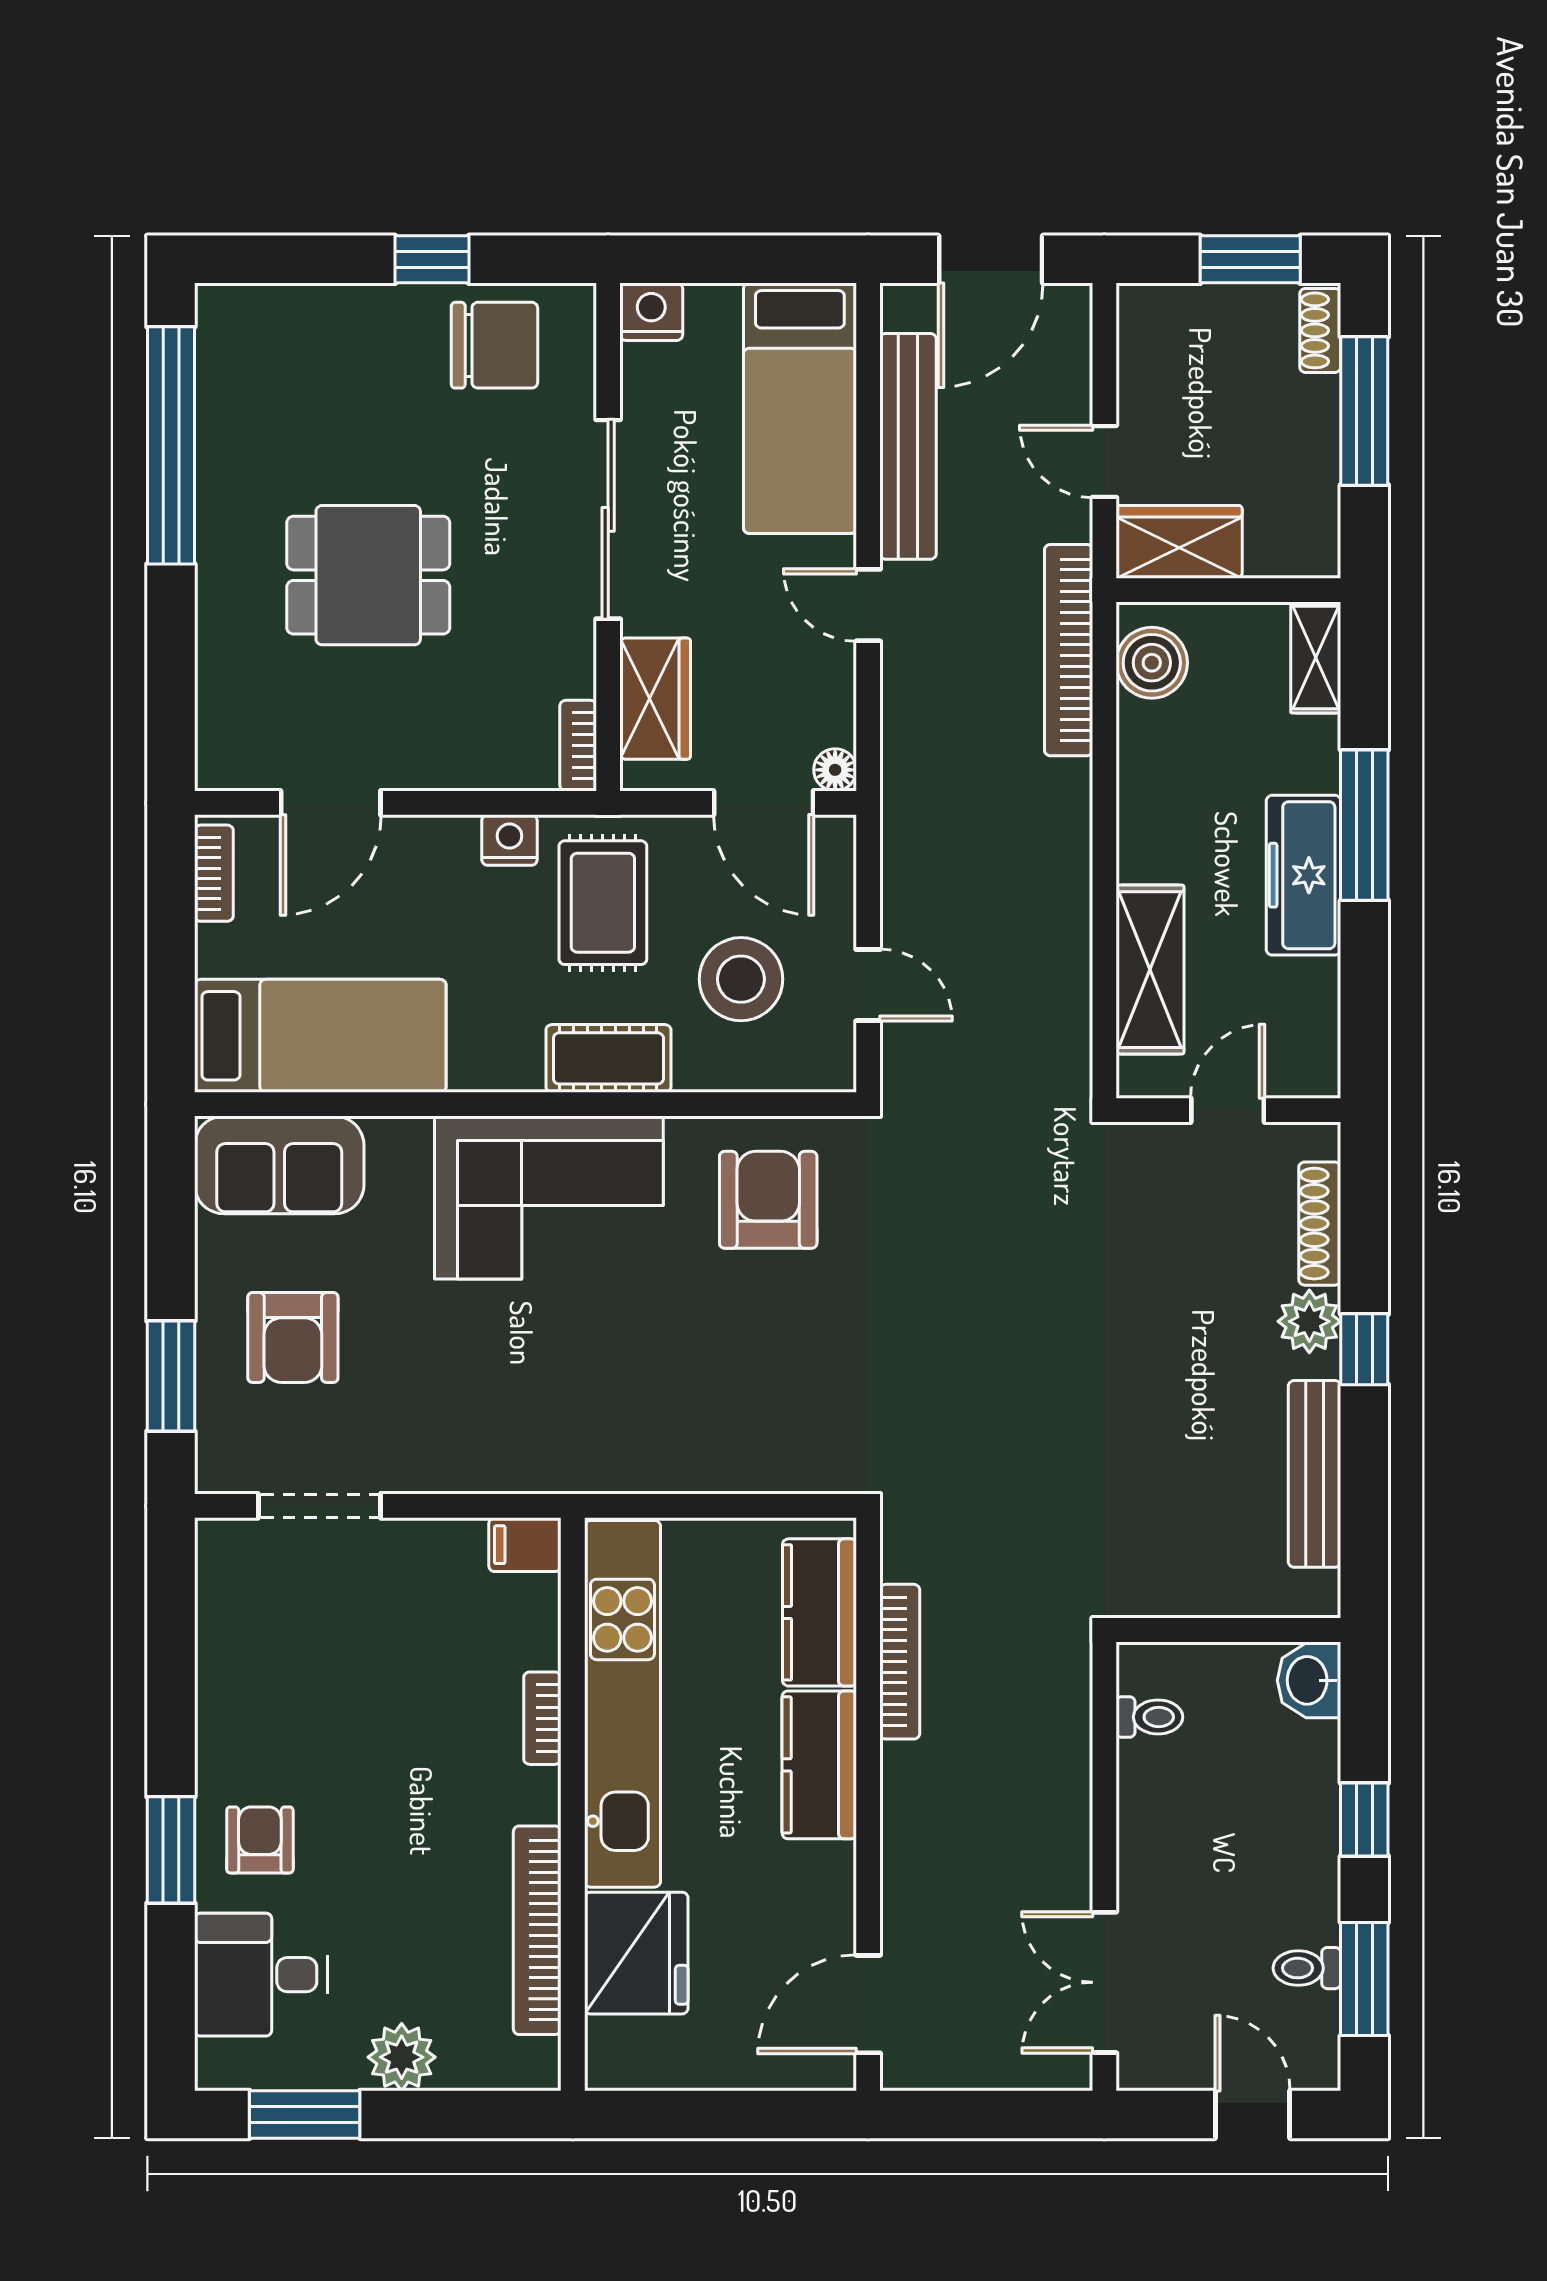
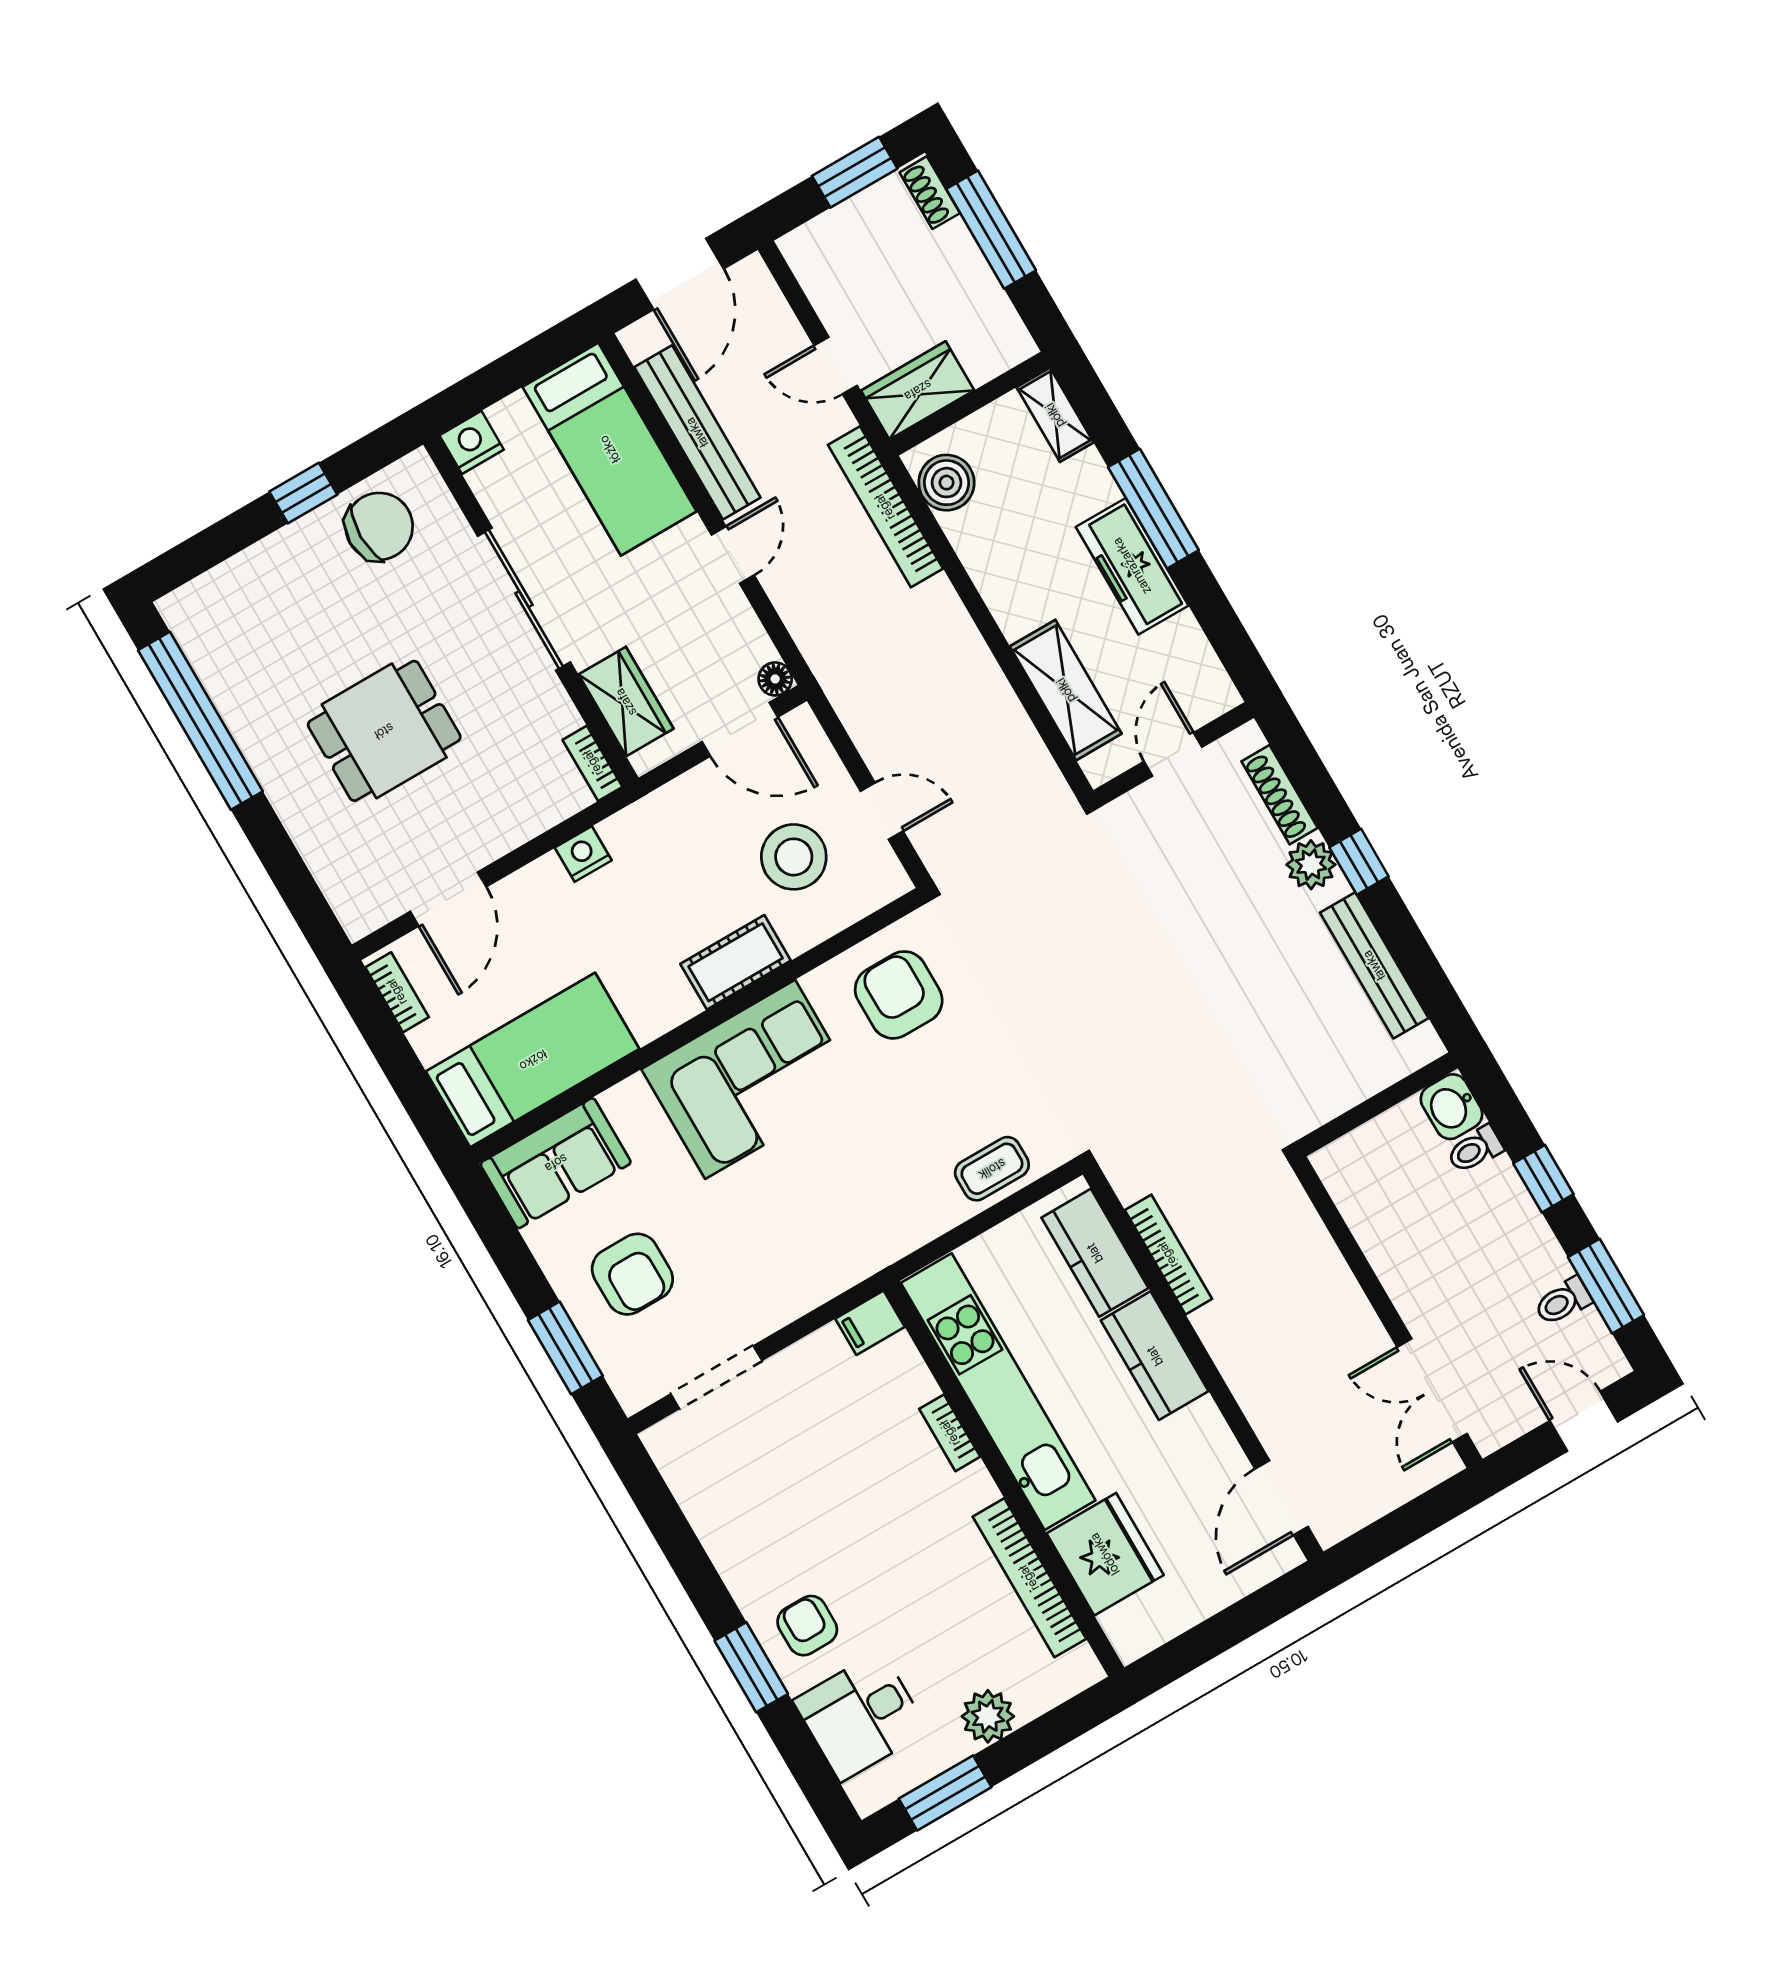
door: (868, 605) -> (733, 555), swing flipped
rug: (603, 903) -> (671, 860), removed
coffee table: (759, 1453) -> (992, 1169), added
toilet: (1149, 1717) -> (1475, 1149), moved, turned 180

